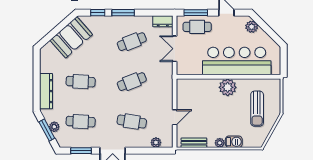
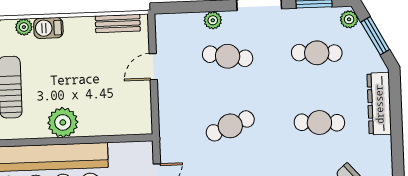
plant: (54, 127) -> (349, 19), moved
plant: (156, 143) -> (213, 20), moved
plant: (220, 143) -> (24, 27), moved

